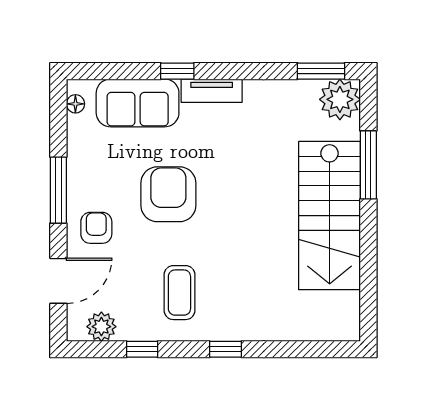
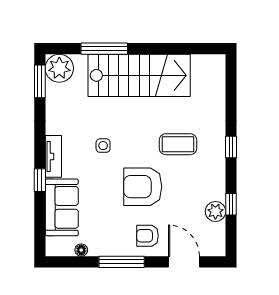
floor lamp: (75, 104) -> (81, 250), moved
side table: (227, 163) -> (103, 146), added
armchair: (168, 194) -> (143, 187), moved
coffee table: (179, 293) -> (178, 144), moved
plant: (101, 327) -> (215, 211), moved

